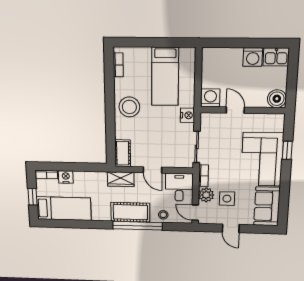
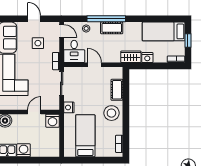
door: (235, 110) -> (34, 112), swing flipped
cot: (123, 153) -> (117, 90), moved
nightstand: (66, 177) -> (147, 58), moved
wardrobe: (121, 179) -> (131, 57), moved
plant: (206, 195) -> (54, 46), removed
cot: (130, 212) -> (112, 28), width x0.73, depth x0.75

